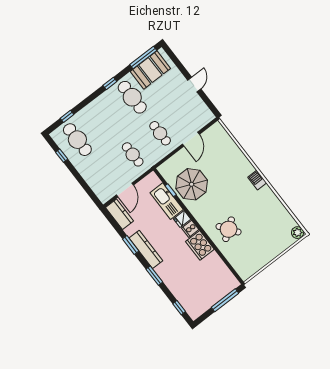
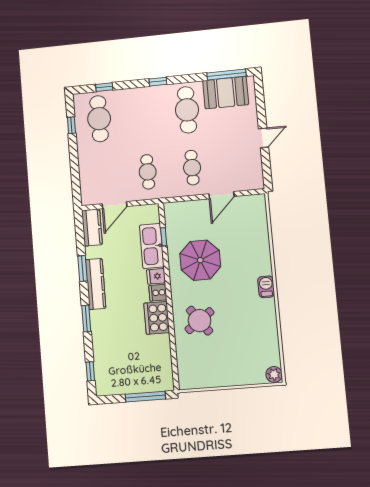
window: (110, 83) -> (158, 82), moved
parasol: (192, 184) -> (200, 260), moved

